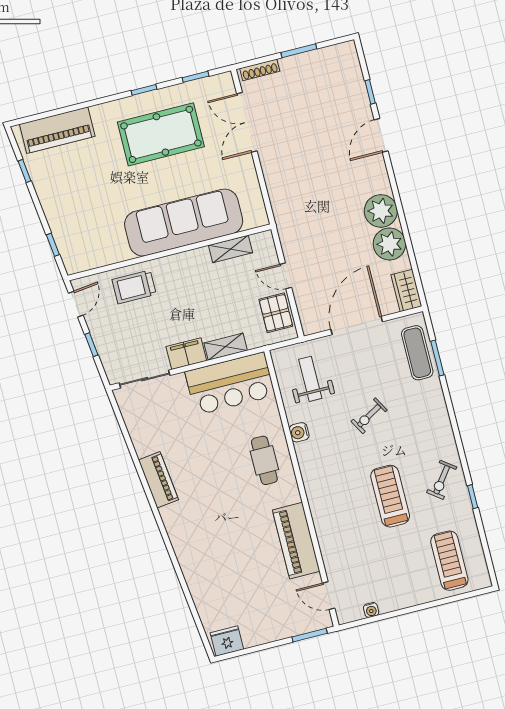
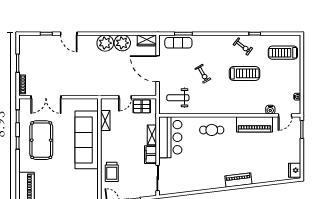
water cooler: (299, 432) -> (270, 110), moved
piano: (158, 480) -> (238, 180), moved
treadmill: (390, 496) -> (244, 73), turned 180

